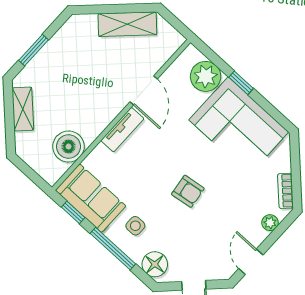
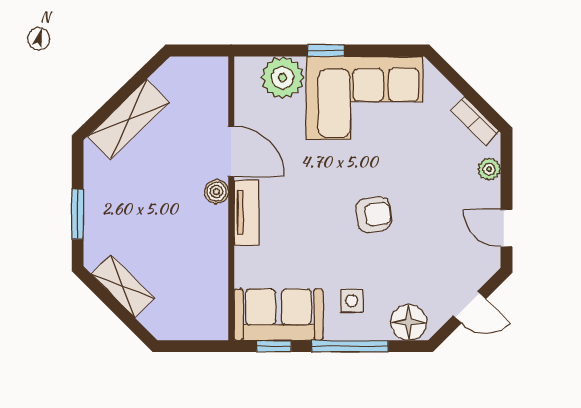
shelving: (127, 24) -> (129, 119), moved
boiler: (69, 147) -> (216, 192), moved, width x0.54, depth x0.54

